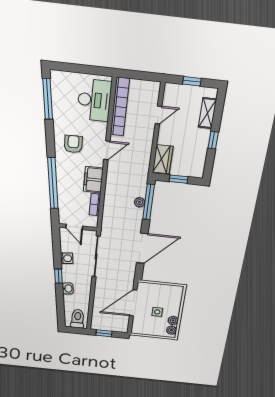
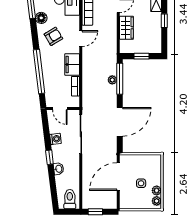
floor lamp: (60, 120) -> (41, 18), added
armchair: (73, 144) -> (53, 36), turned 60
wardrobe: (163, 159) -> (126, 28), moved

